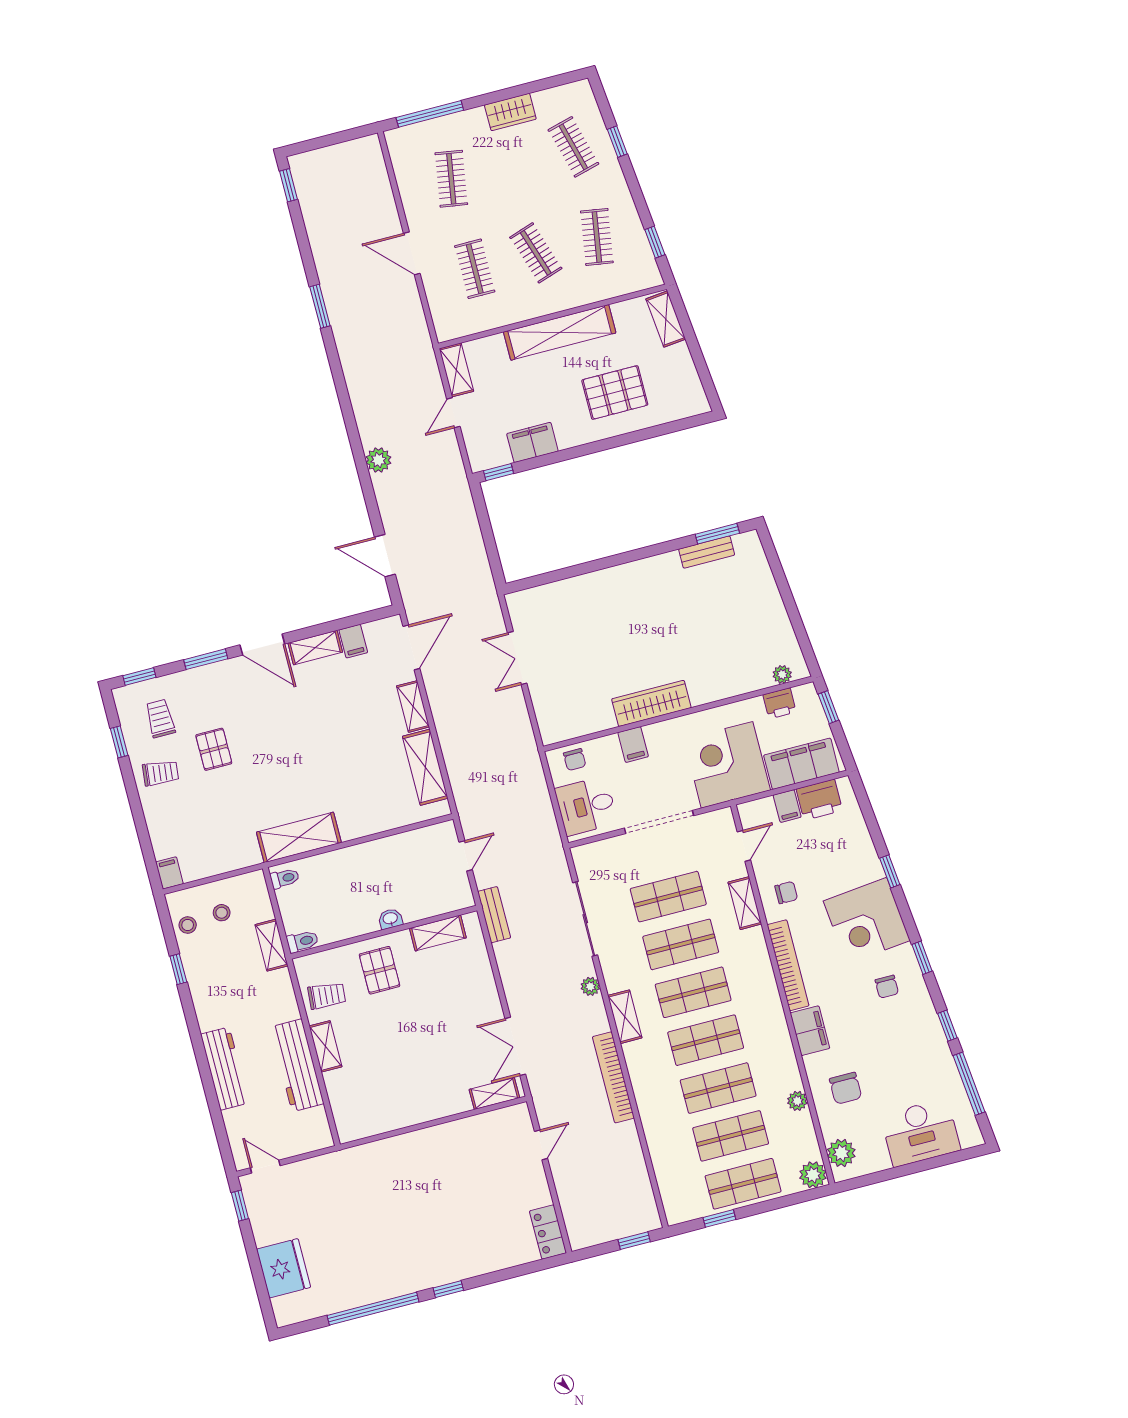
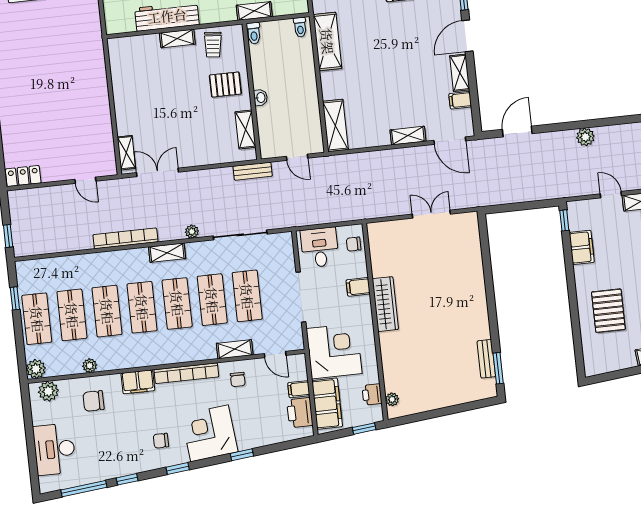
shelving: (425, 767) -> (335, 126), moved, turned 90

